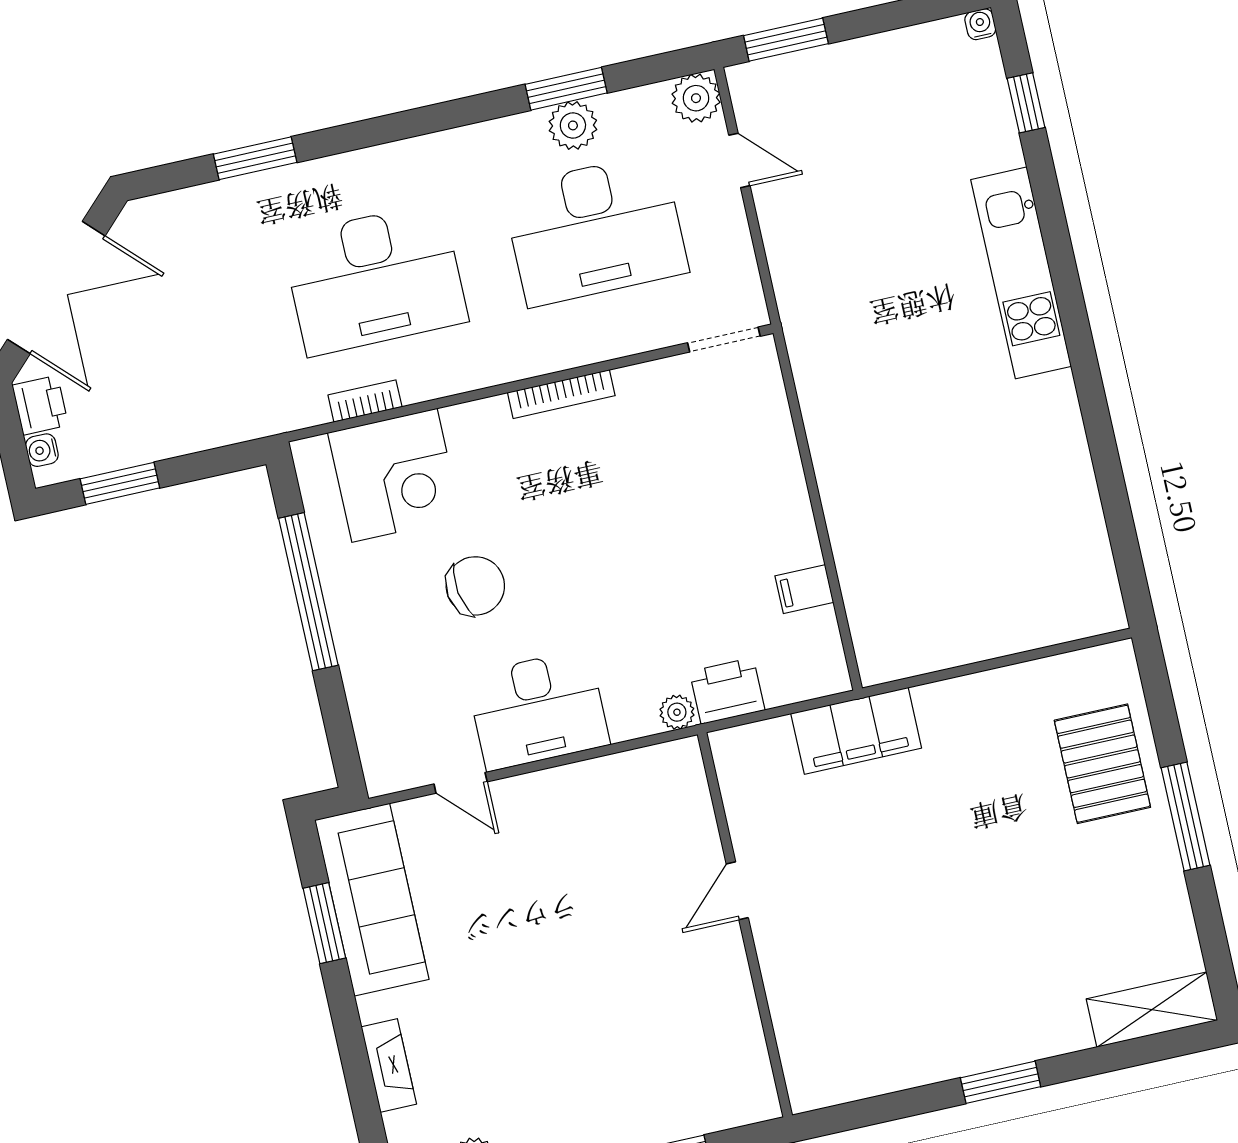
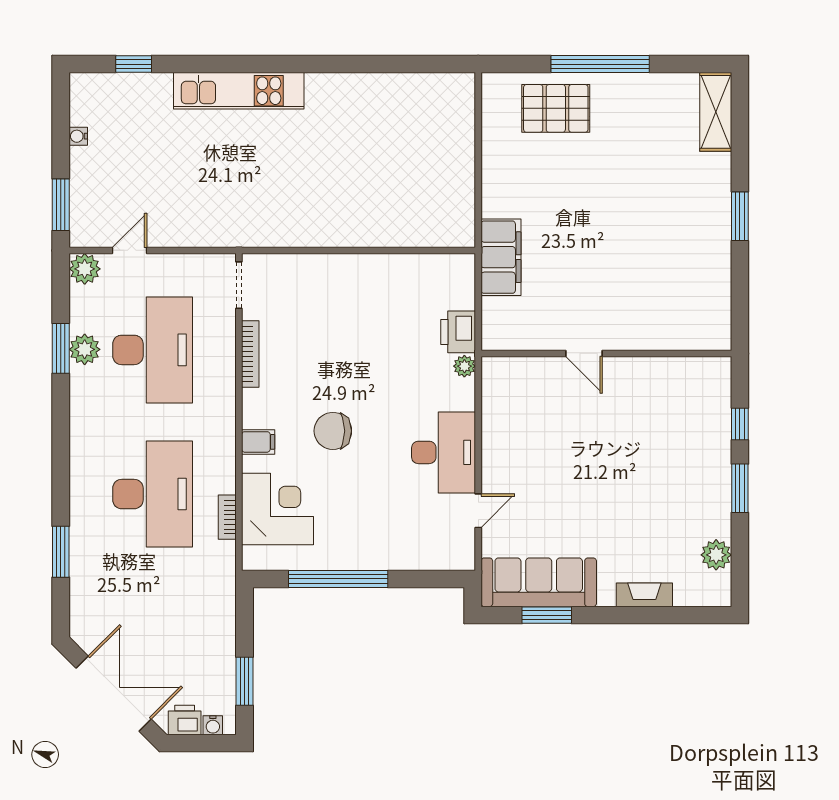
water cooler: (980, 24) -> (78, 136), moved
bookcase: (561, 394) -> (250, 354), moved
chair: (475, 586) -> (333, 431), moved, turned -81
filing cabinet: (804, 589) -> (258, 442), moved, turned -90
window: (1185, 817) -> (600, 64), width x1.46

